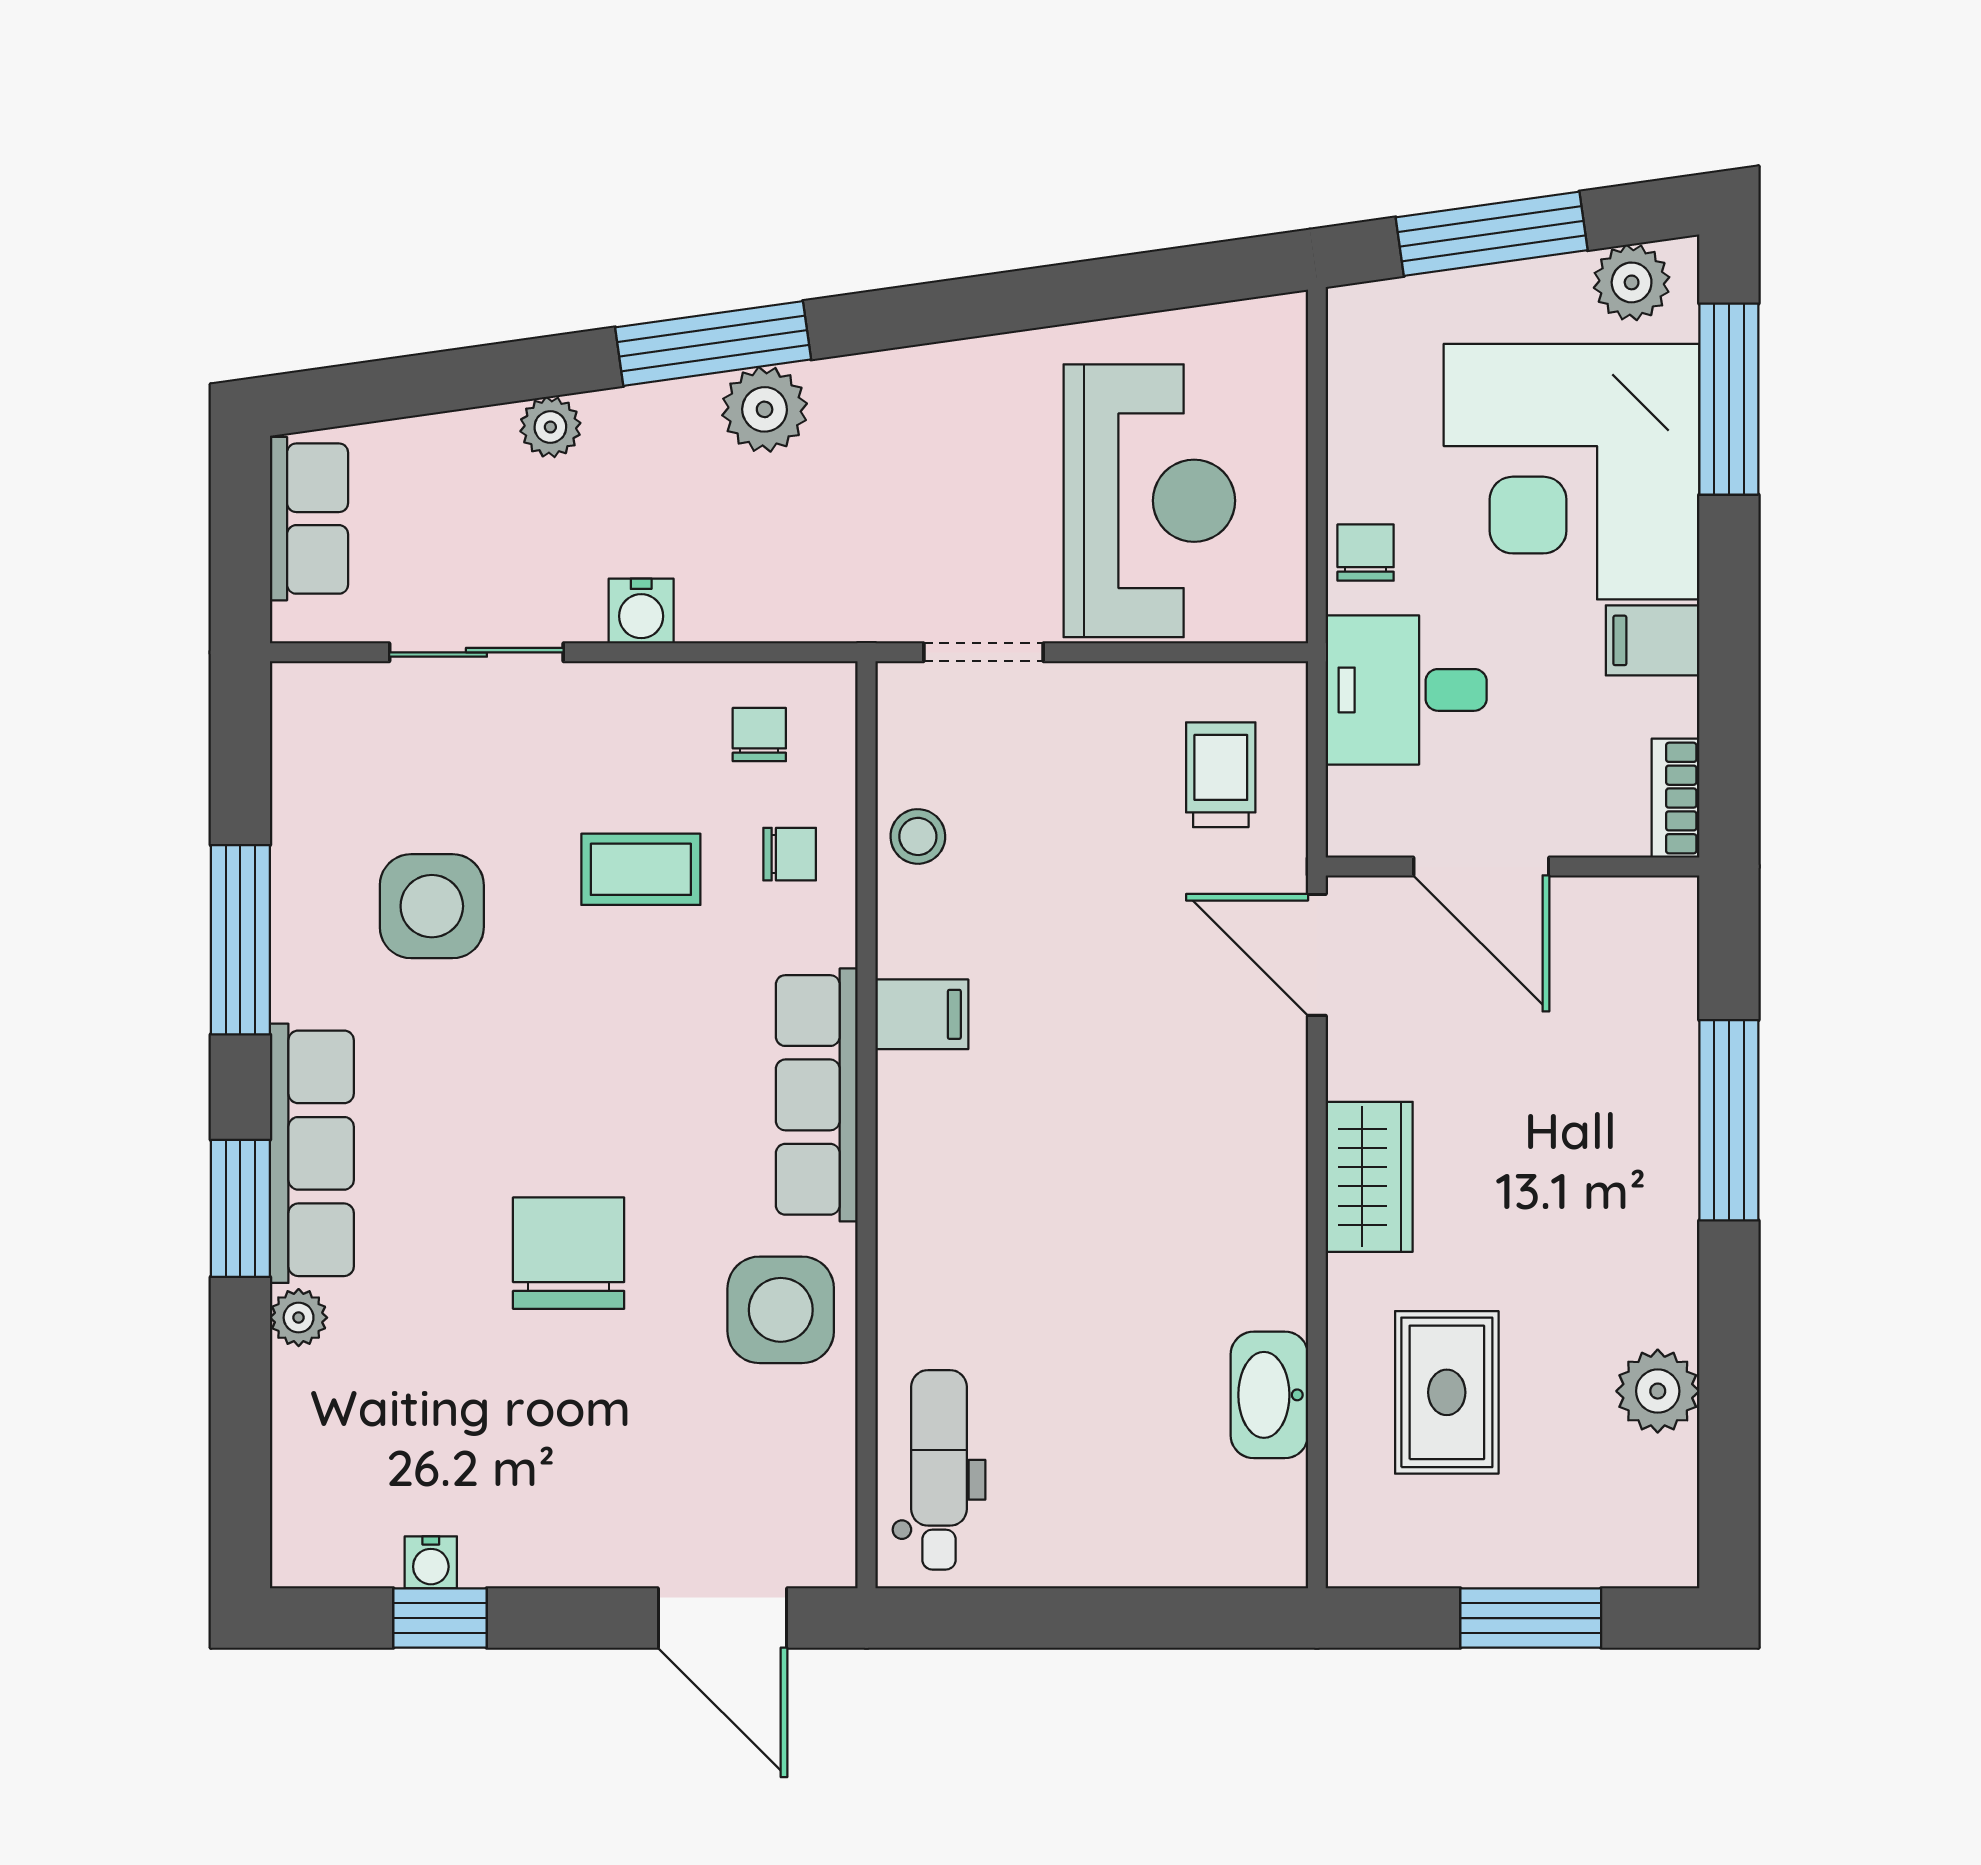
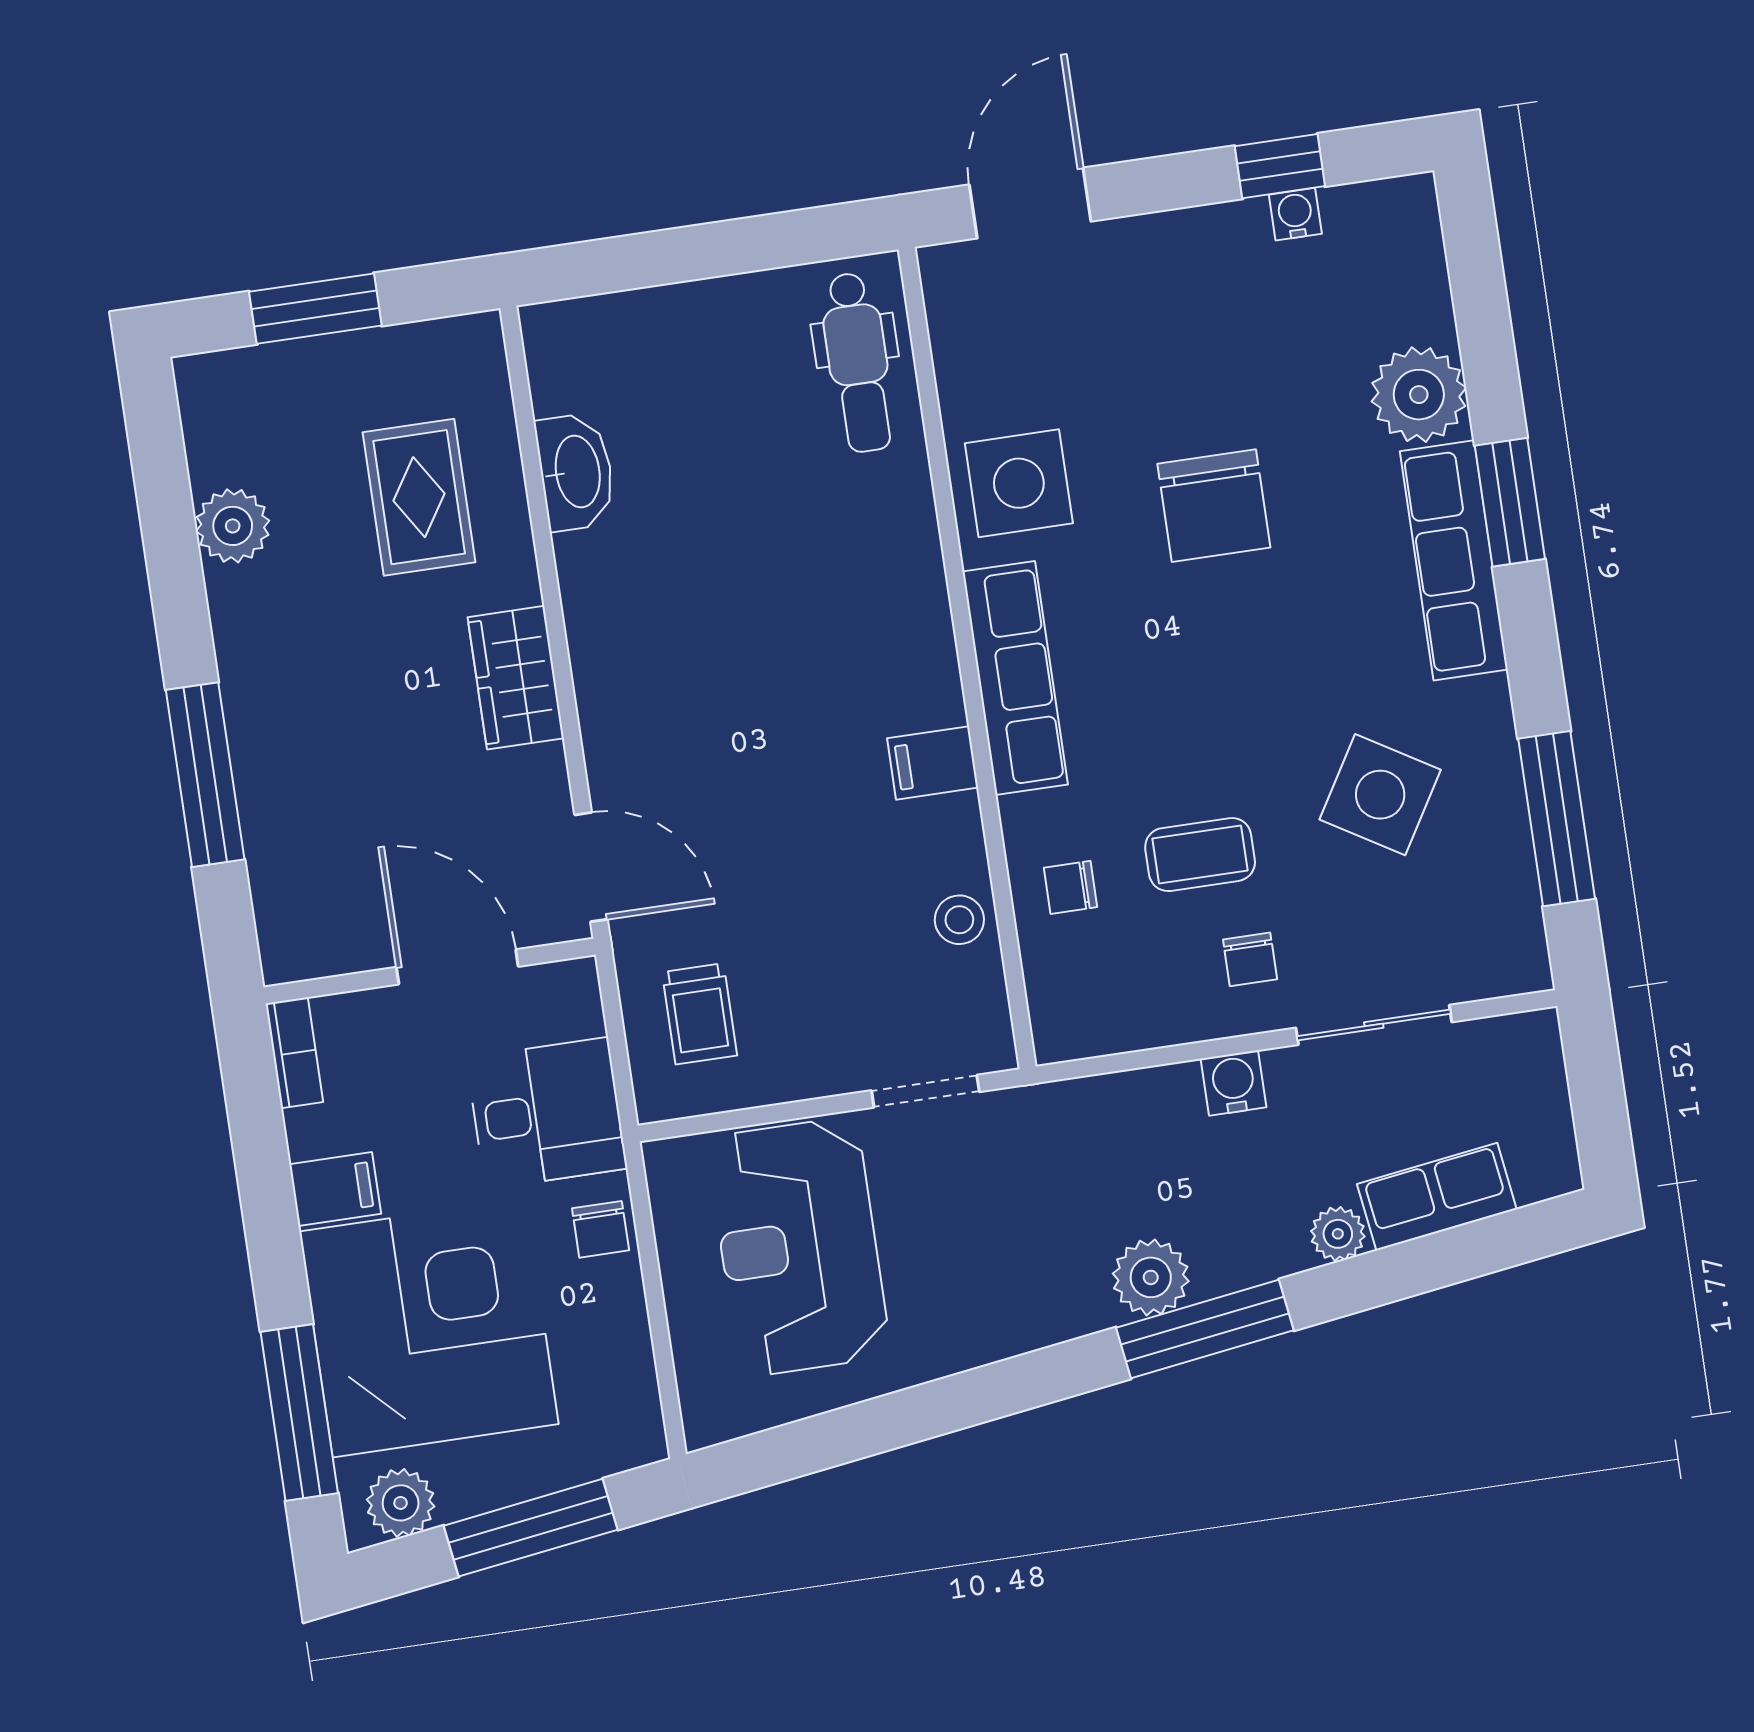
row of seats: (309, 519) -> (1437, 1197), moved, turned 82
chair: (759, 735) -> (1250, 959), moved
side table: (432, 906) -> (1380, 795), turned 31
window: (240, 940) -> (1557, 819), moved
plant: (299, 1318) -> (1419, 395), width x1.88, depth x1.88
door: (722, 1618) -> (1030, 203), hinge flipped

